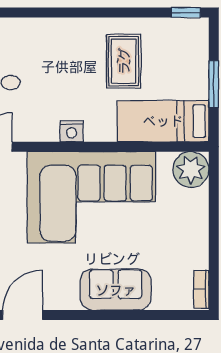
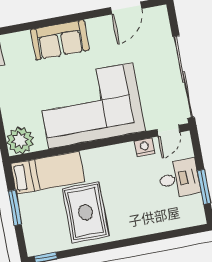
rug: (124, 61) -> (86, 212), width x1.36, depth x1.43
nightstand: (72, 131) -> (144, 147), moved

